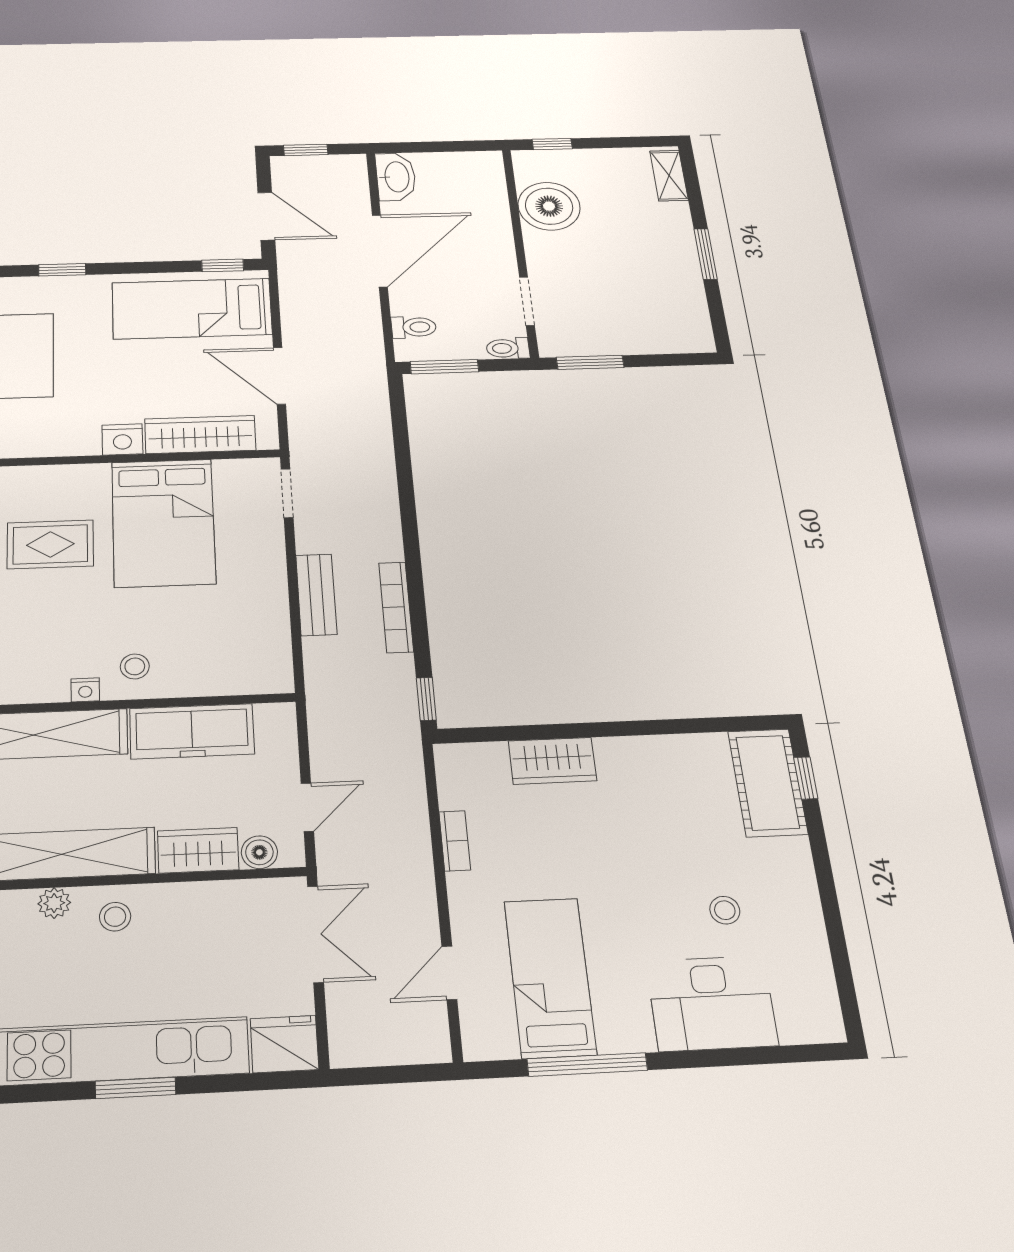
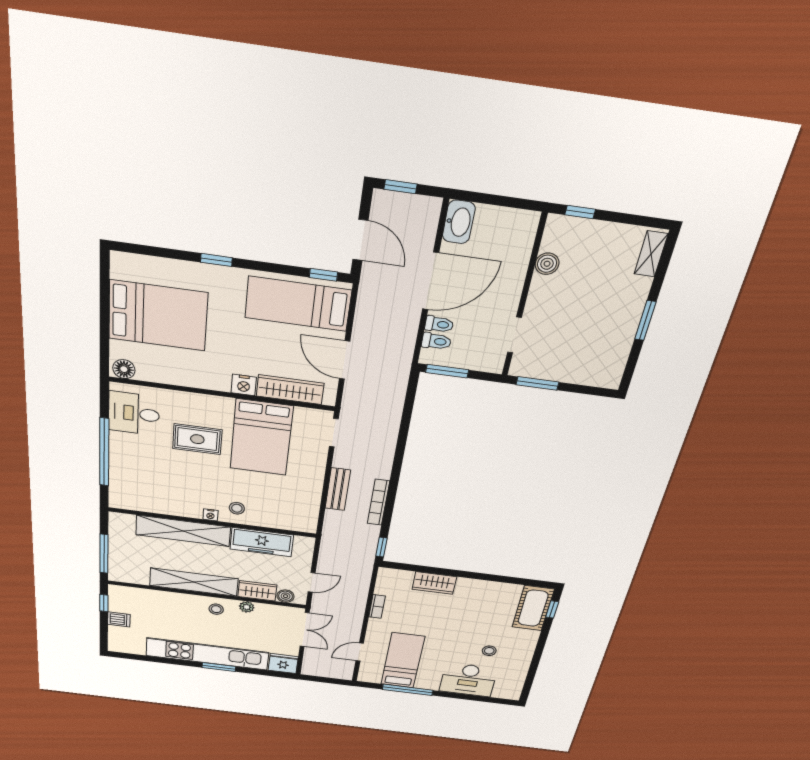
boiler: (549, 206) -> (547, 264), width x0.54, depth x0.54
toilet: (508, 348) -> (439, 324), moved, turned 180
plant: (54, 903) -> (247, 607), moved

